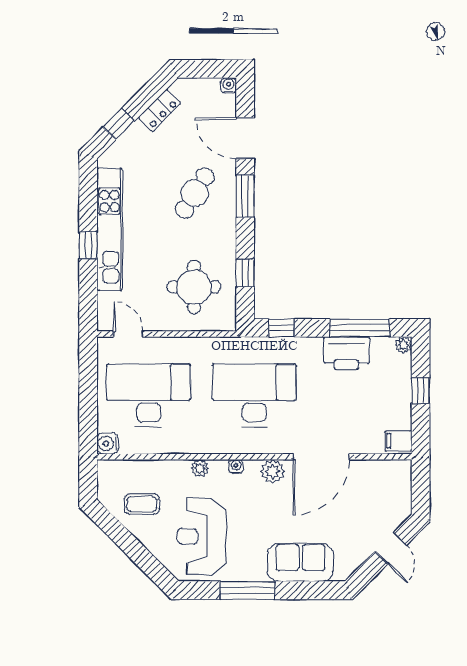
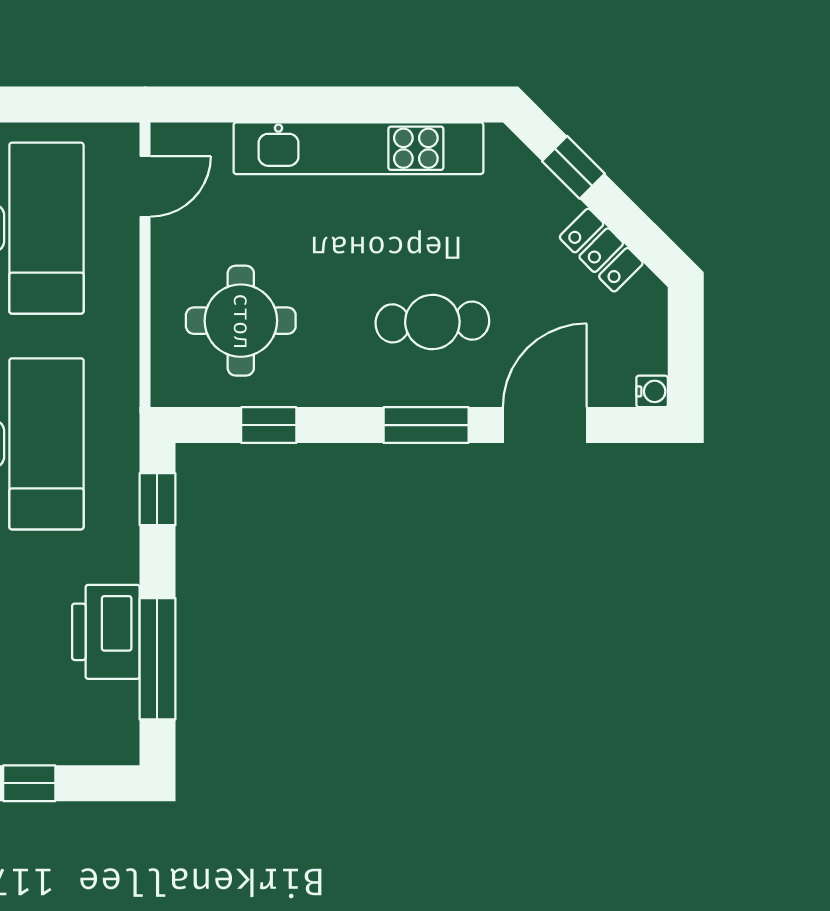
cafe table: (195, 193) -> (432, 322), turned -34
window: (88, 245) -> (326, 105), removed
plant: (403, 345) -> (122, 748), removed

